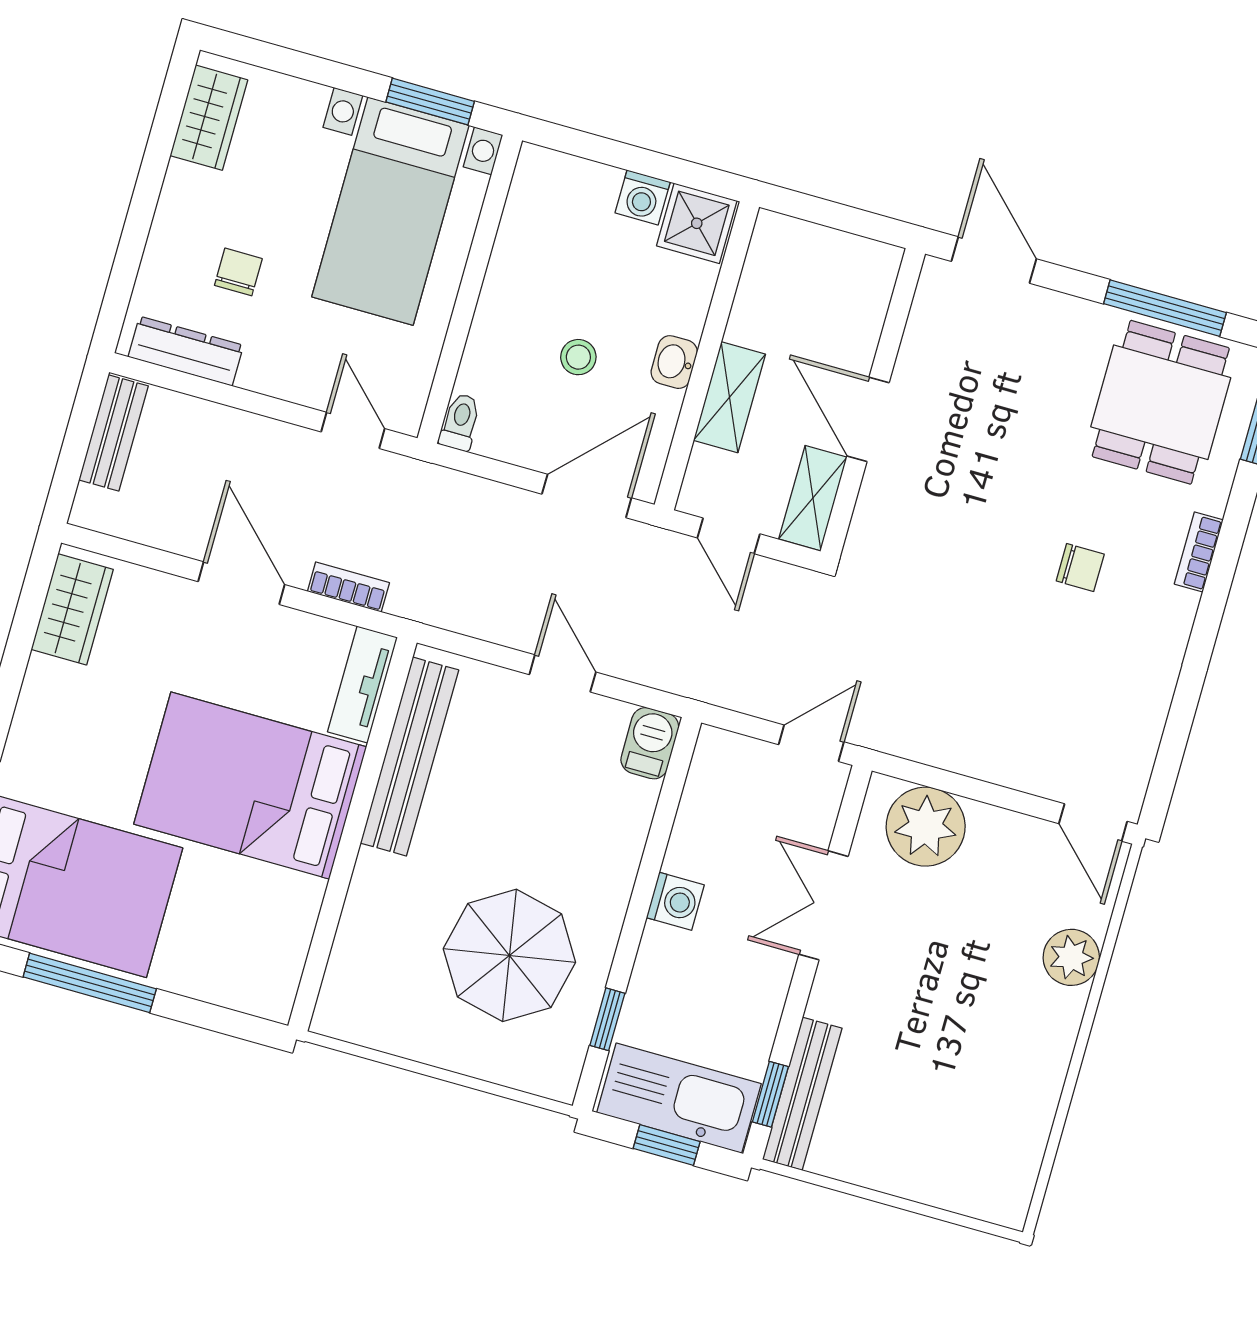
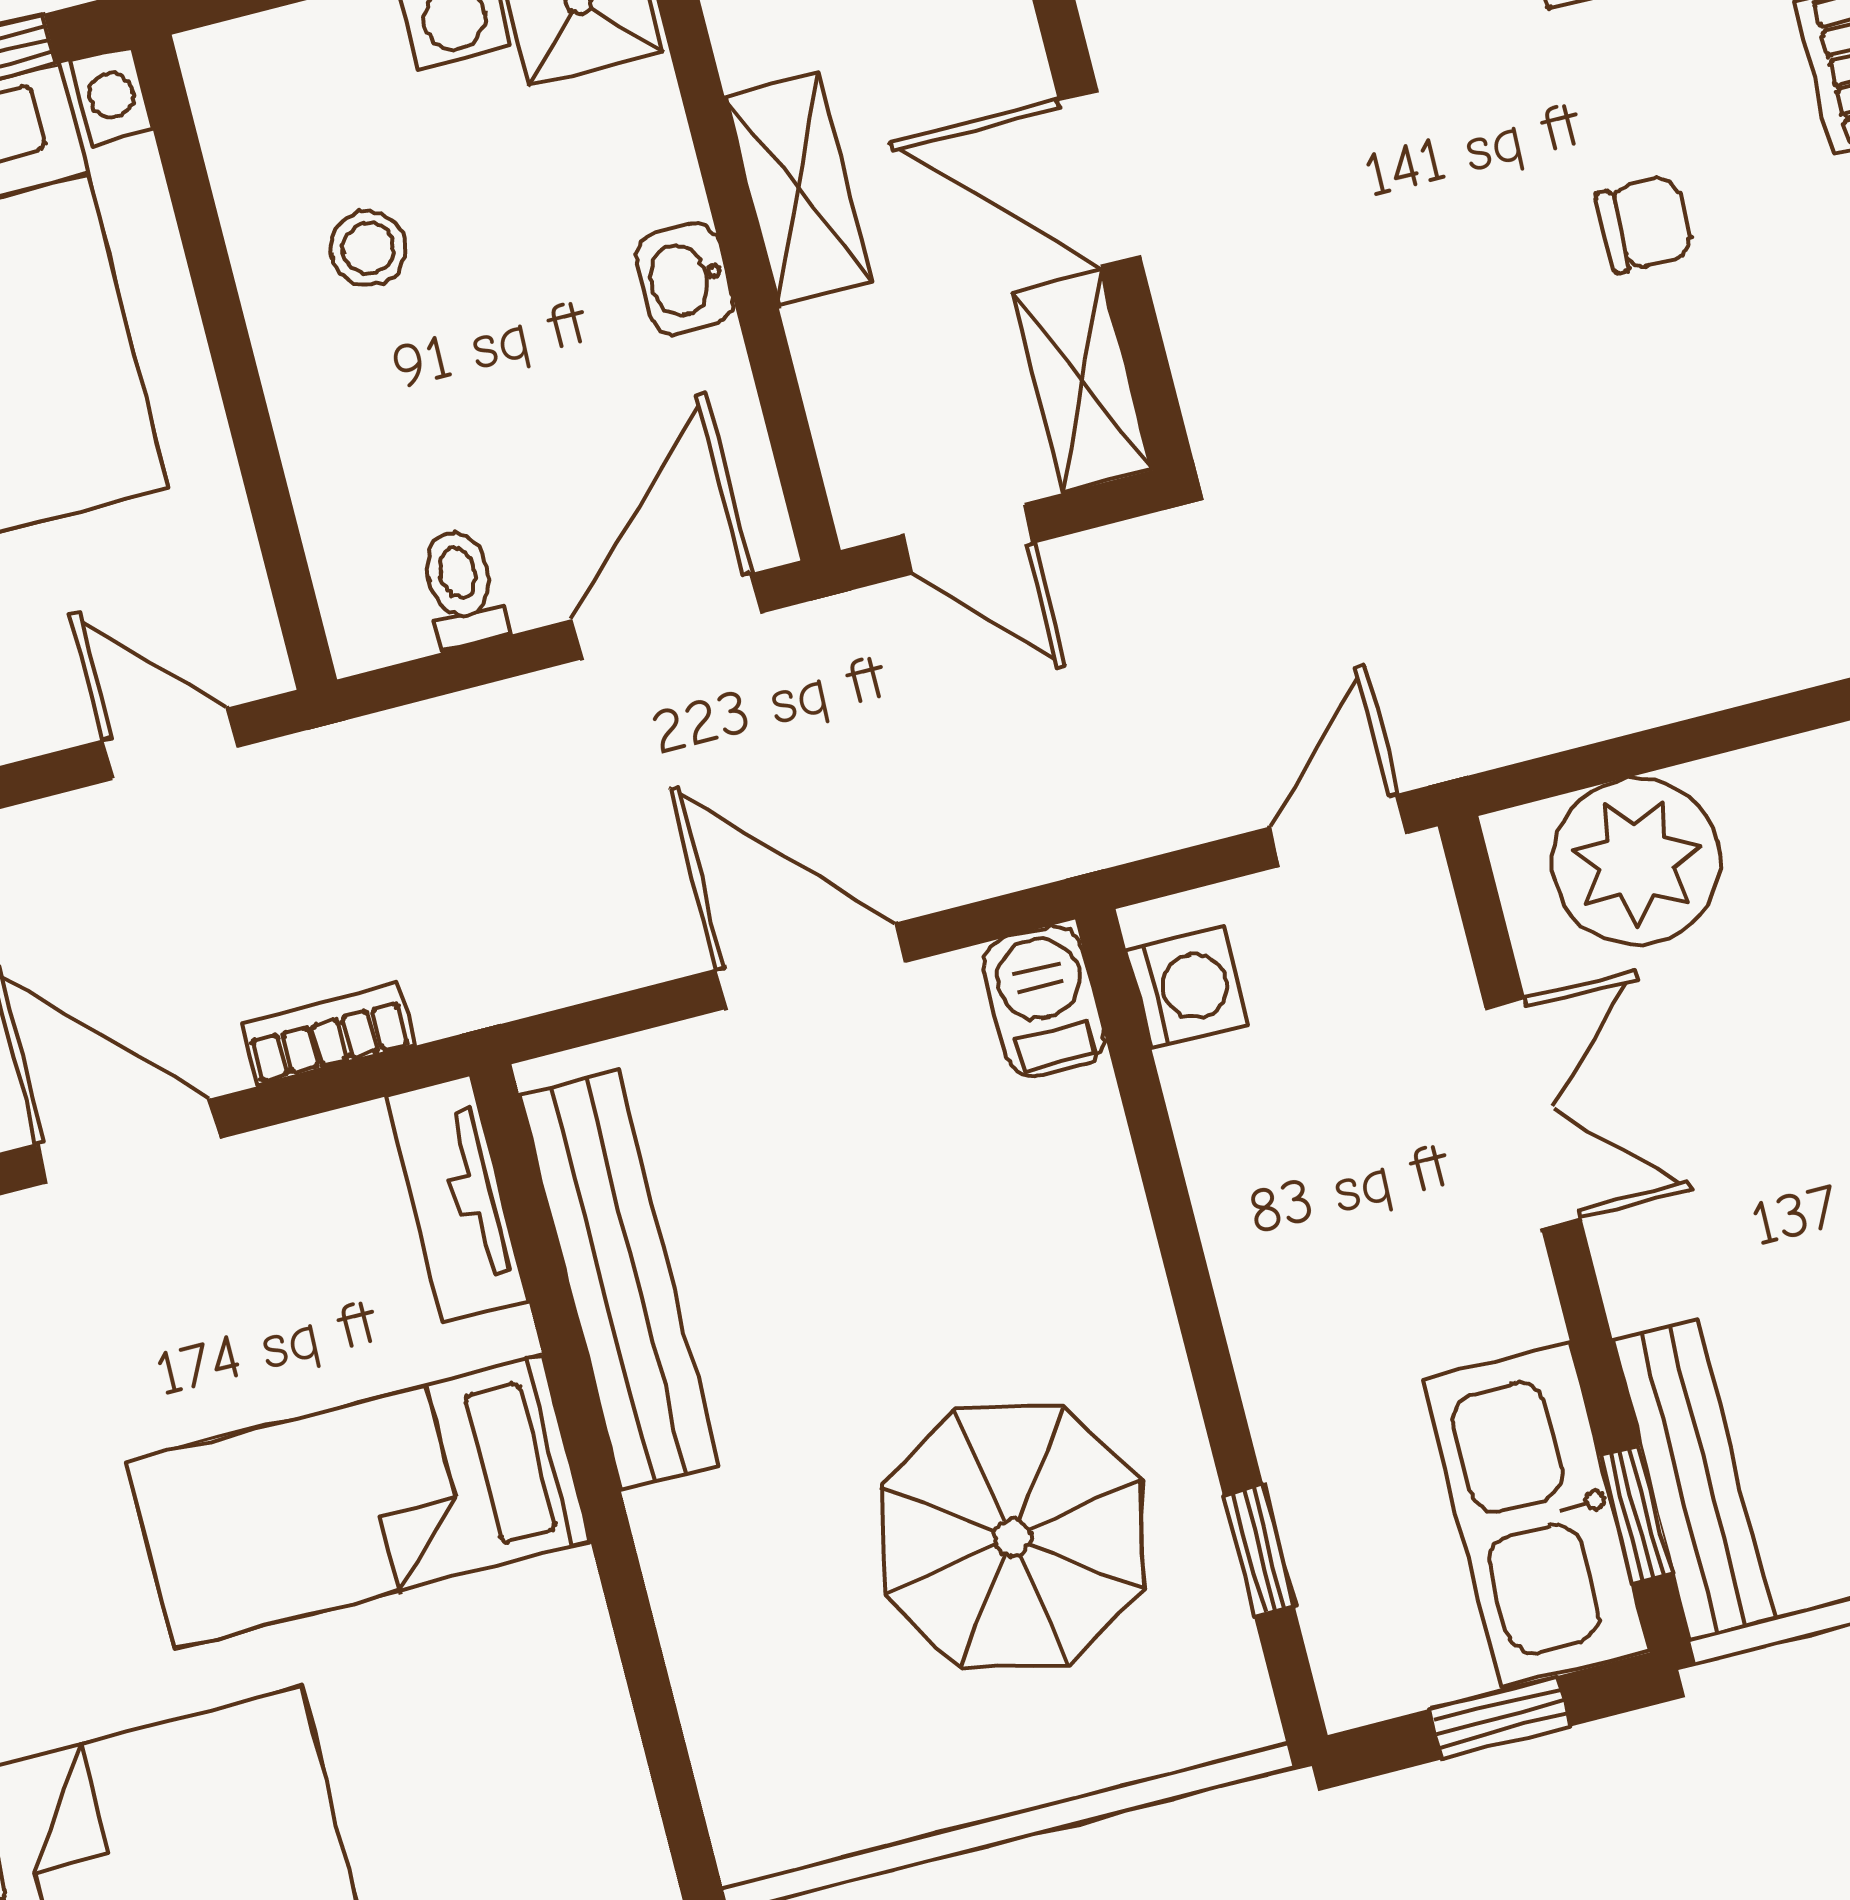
stool: (578, 357) -> (368, 248), moved
shelving: (729, 397) -> (798, 189), moved
toilet: (460, 422) -> (462, 588), moved
door: (563, 673) -> (811, 966), width x1.38
bed: (250, 786) -> (358, 1502), width x0.67
washing machine: (675, 901) -> (1187, 988), moved
double door: (824, 905) -> (1533, 1113), swing flipped
kitchen sink: (679, 1098) -> (1536, 1515), moved, turned -90

